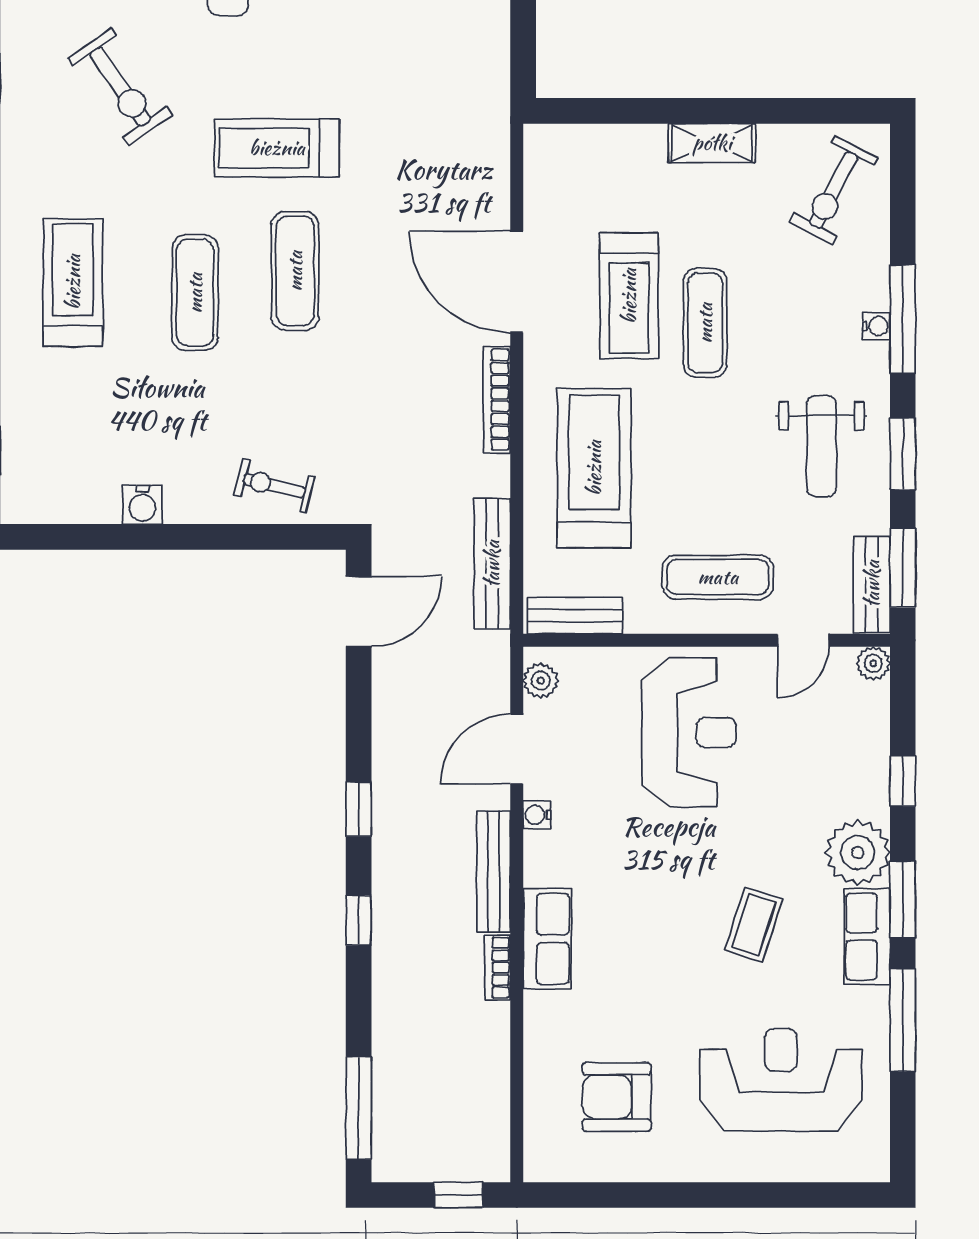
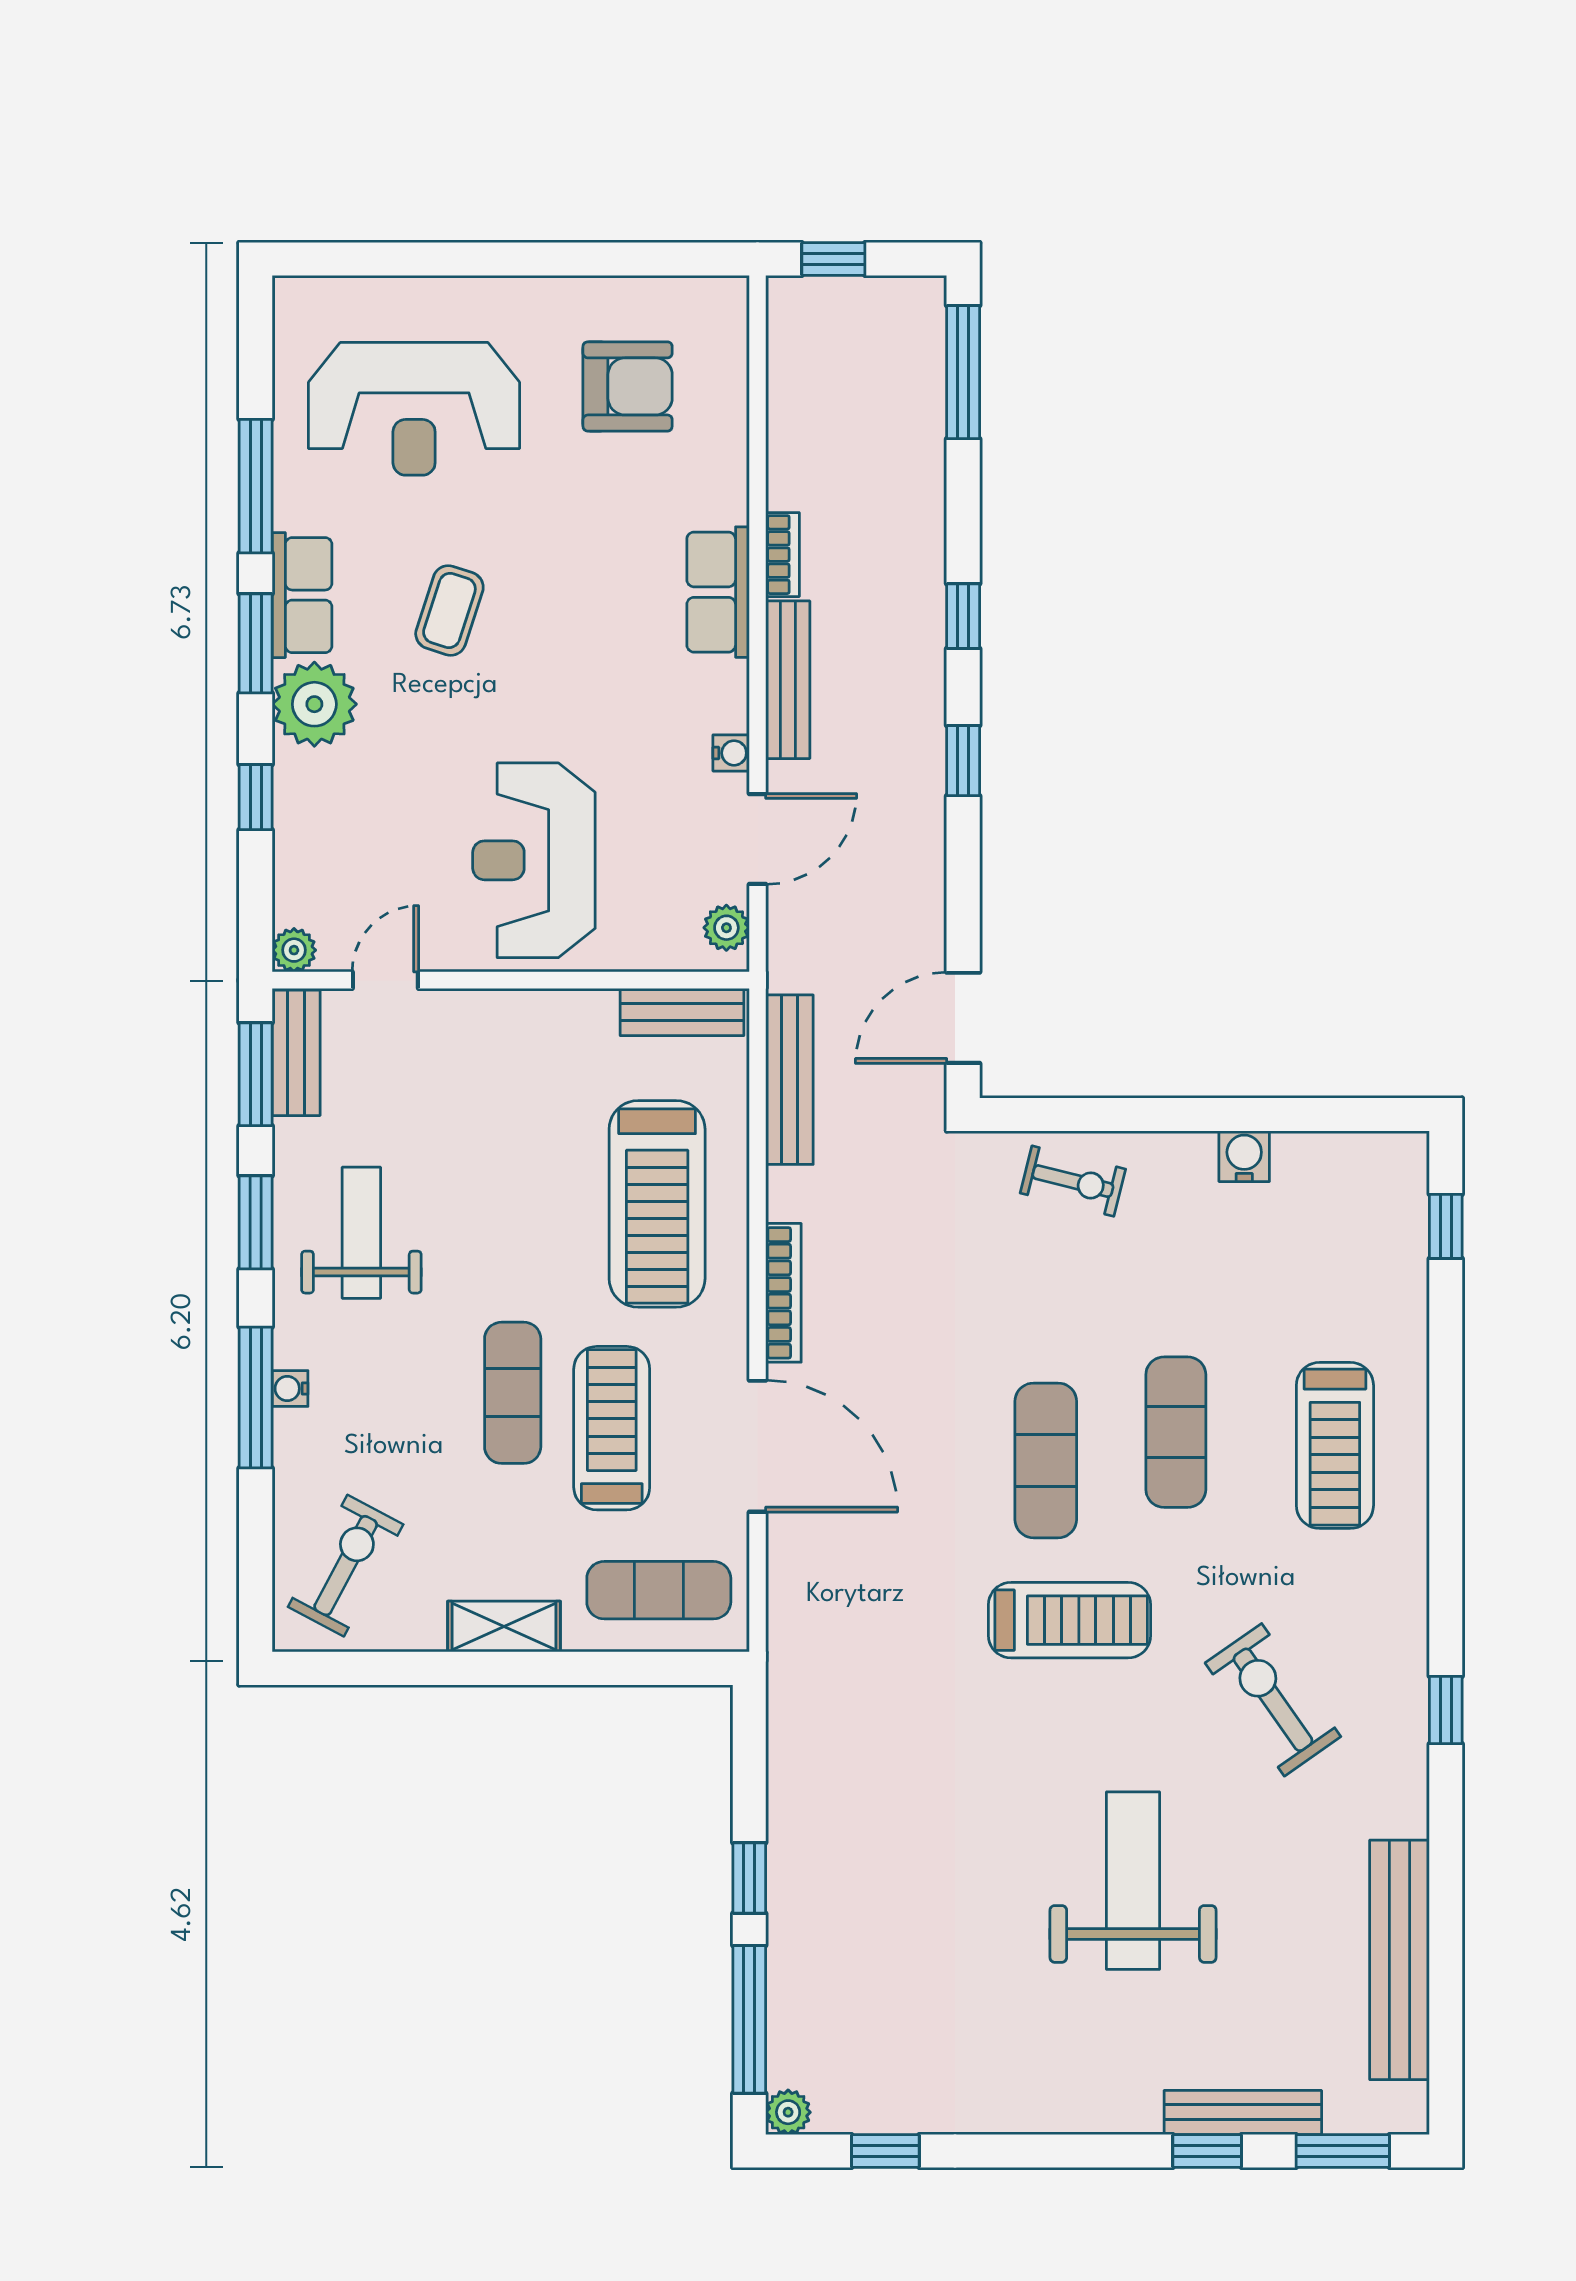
exercise mat: (718, 577) -> (659, 1590), moved

